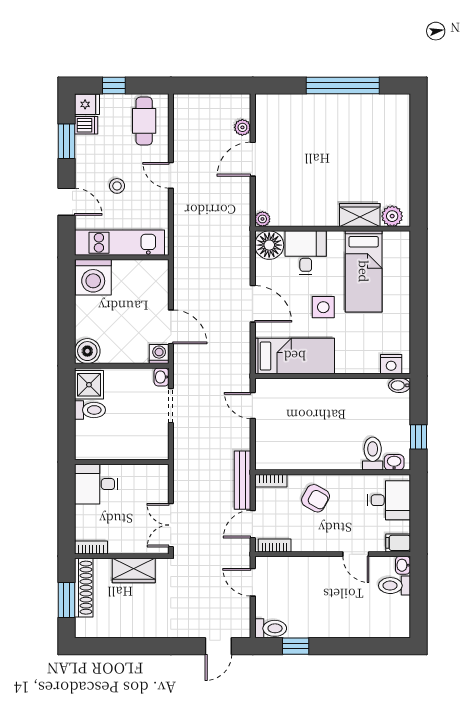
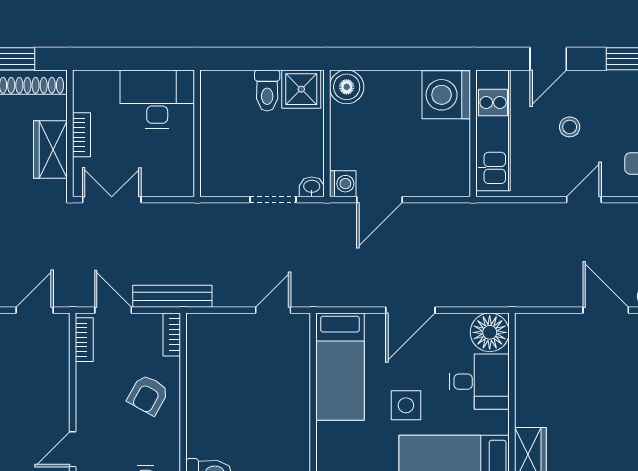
plant: (262, 219) -> (525, 323), removed
desk: (96, 484) -> (157, 99), width x1.37
bookcase: (91, 547) -> (82, 135), moved

